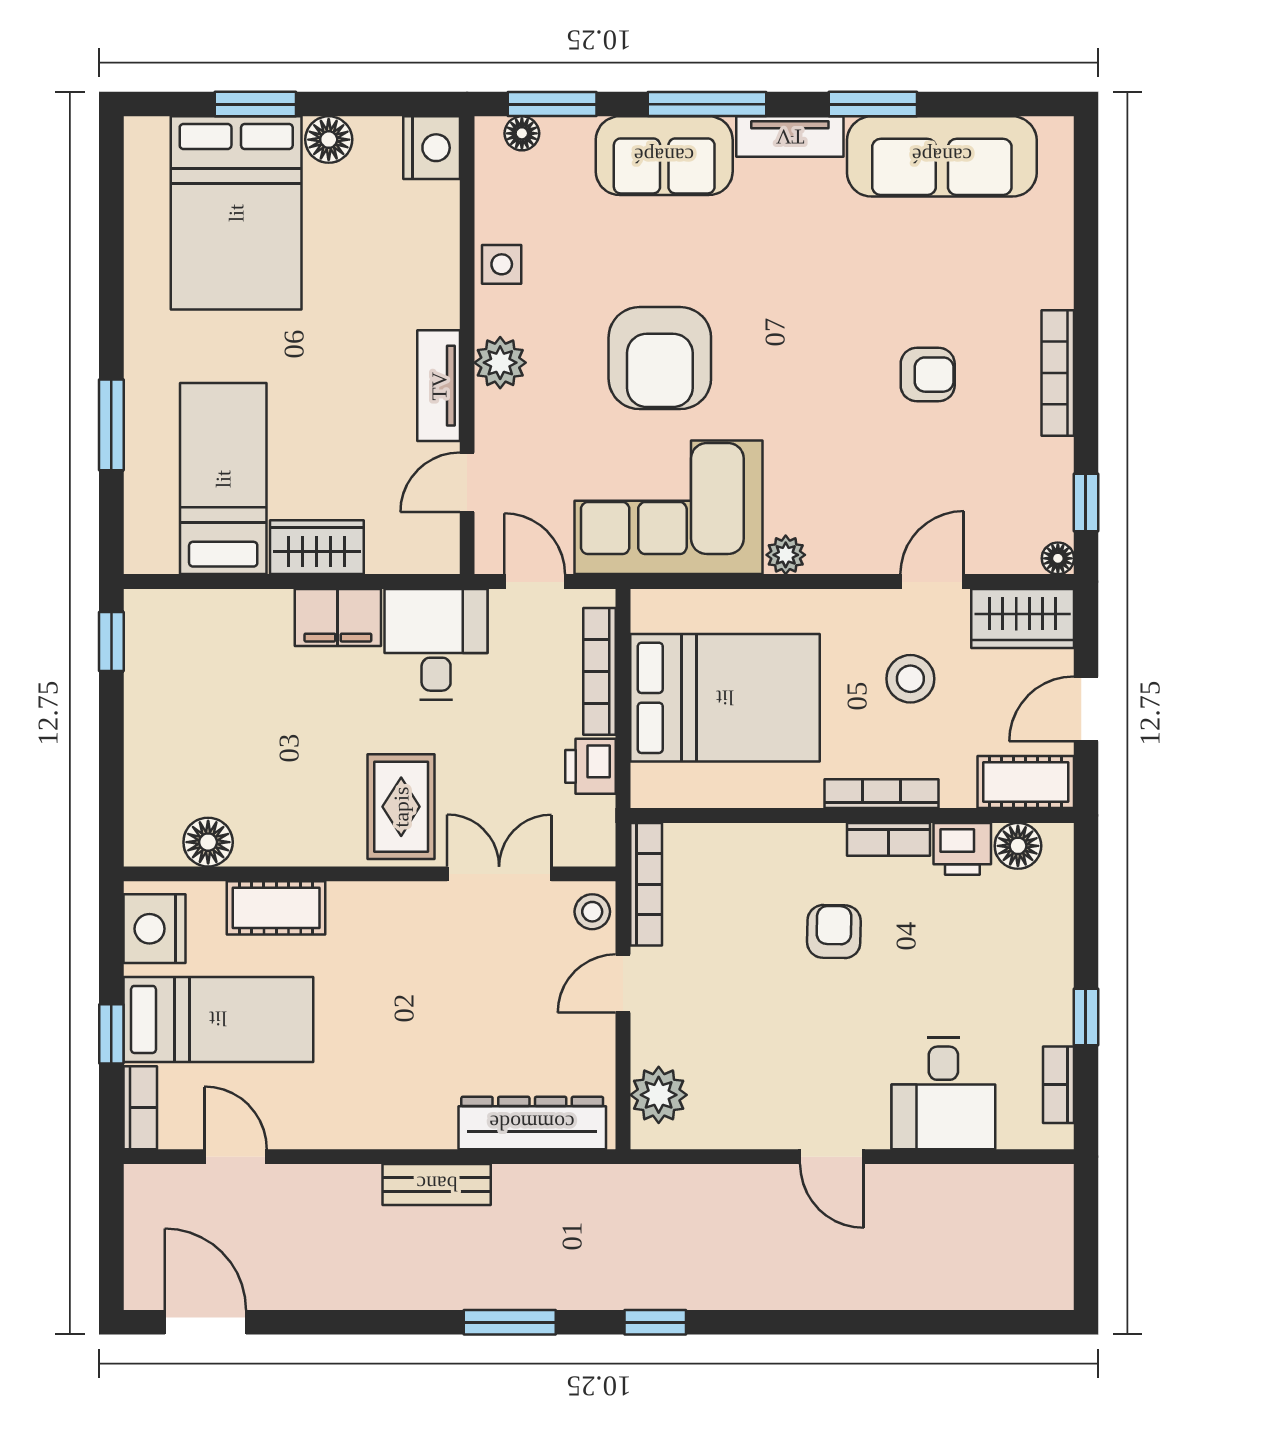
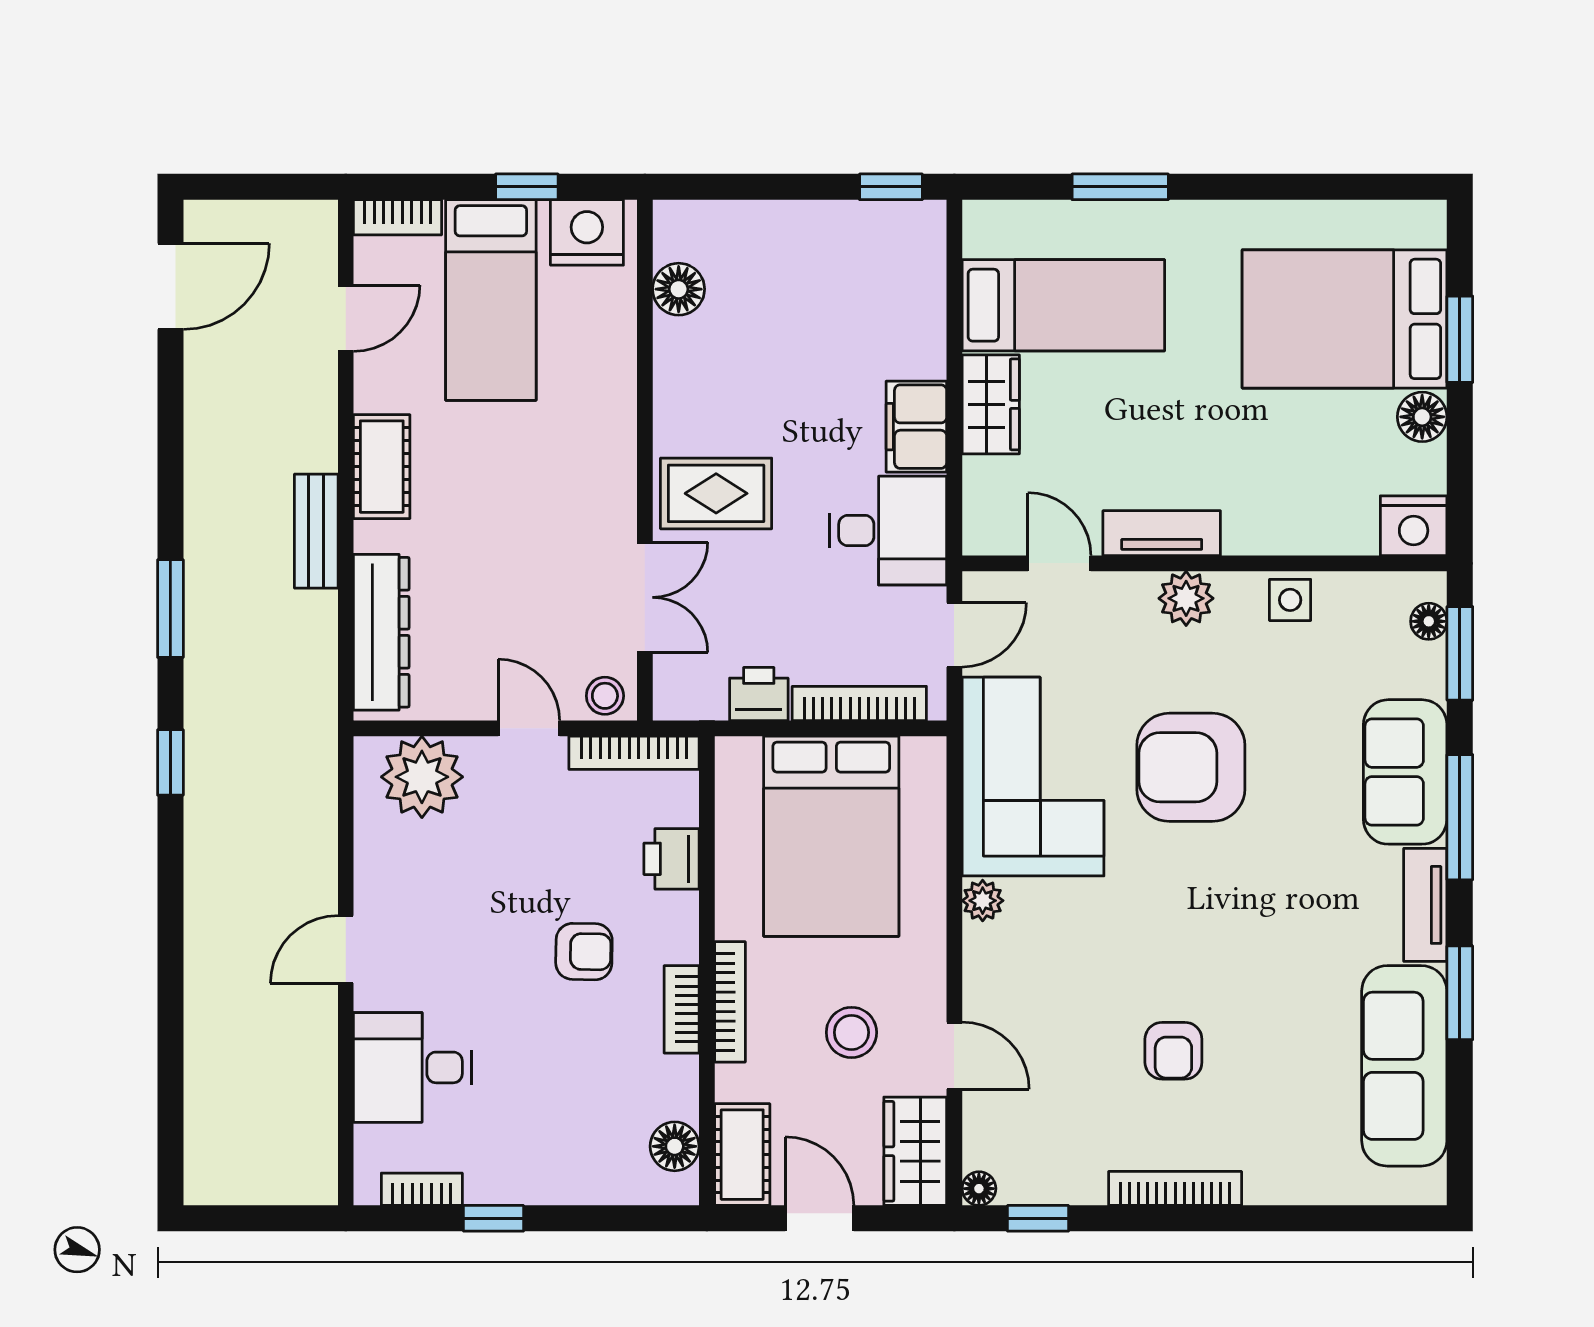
printer: (962, 849) -> (672, 859), moved
cot: (276, 908) -> (382, 467), moved
window: (111, 1034) -> (527, 187), moved
plant: (659, 1095) -> (422, 777), width x1.36, depth x1.36

